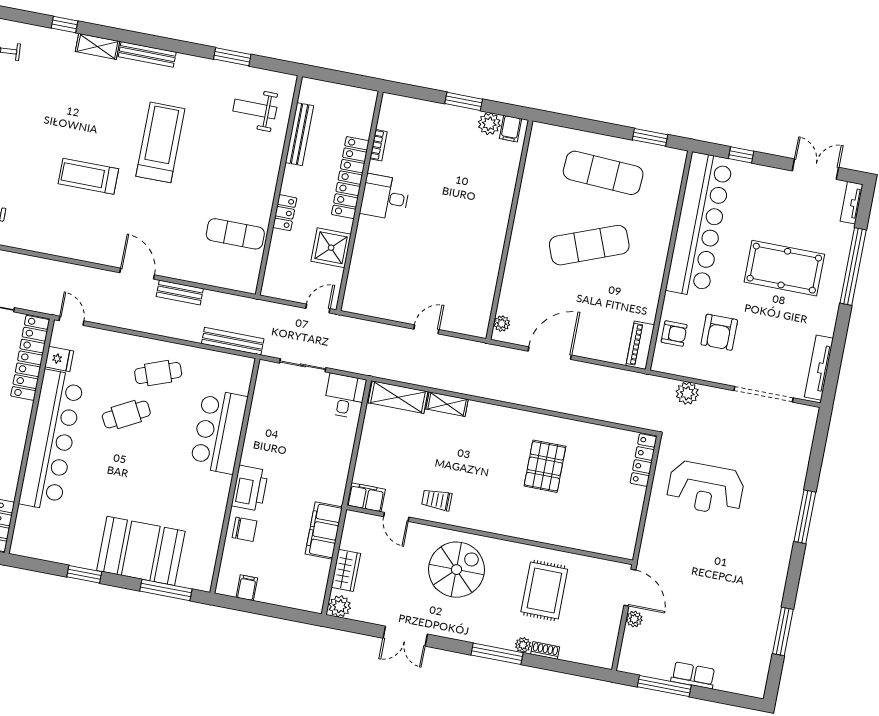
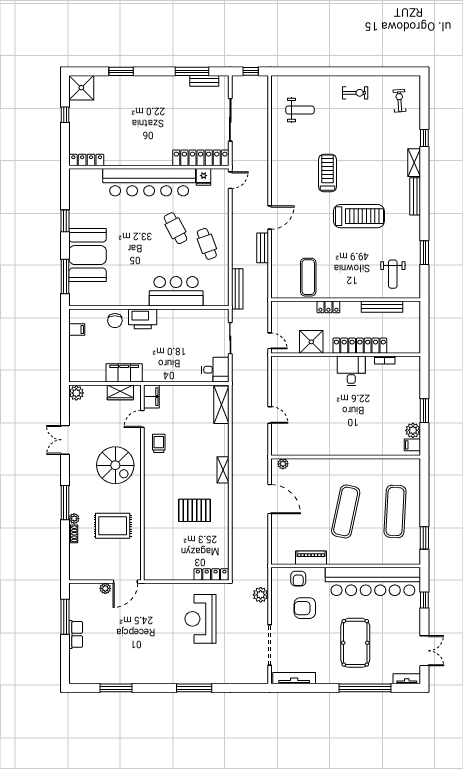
weight bench: (255, 109) -> (393, 274), turned 180
exercise mat: (589, 245) -> (346, 511), turned 33
piano: (640, 345) -> (311, 558), moved
shelving: (447, 404) -> (223, 470), moved
wardrobe: (346, 570) -> (120, 392), moved

